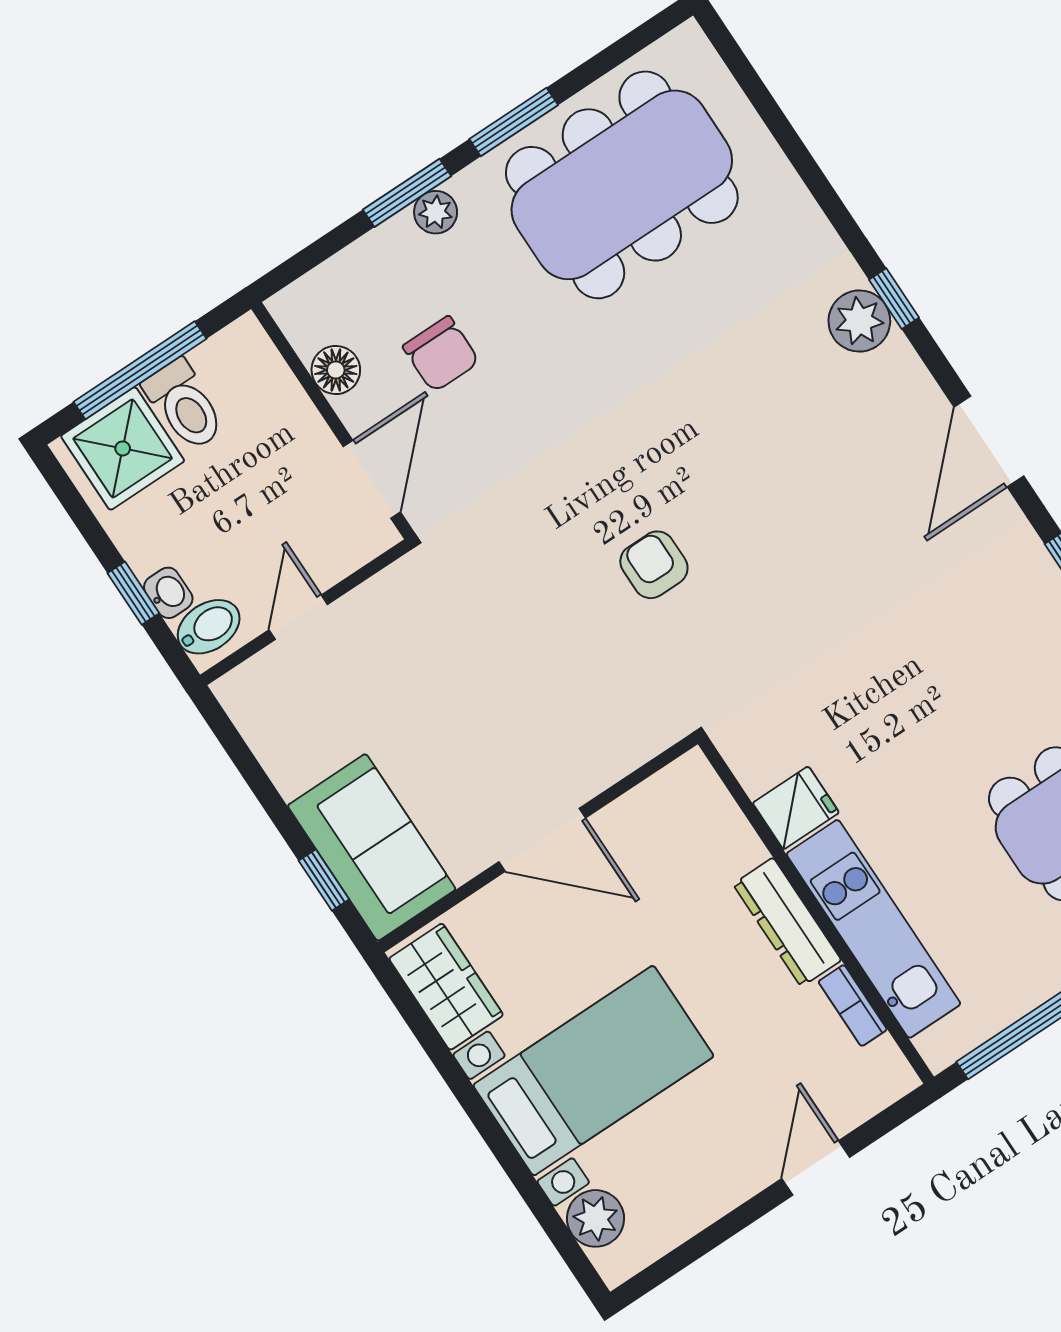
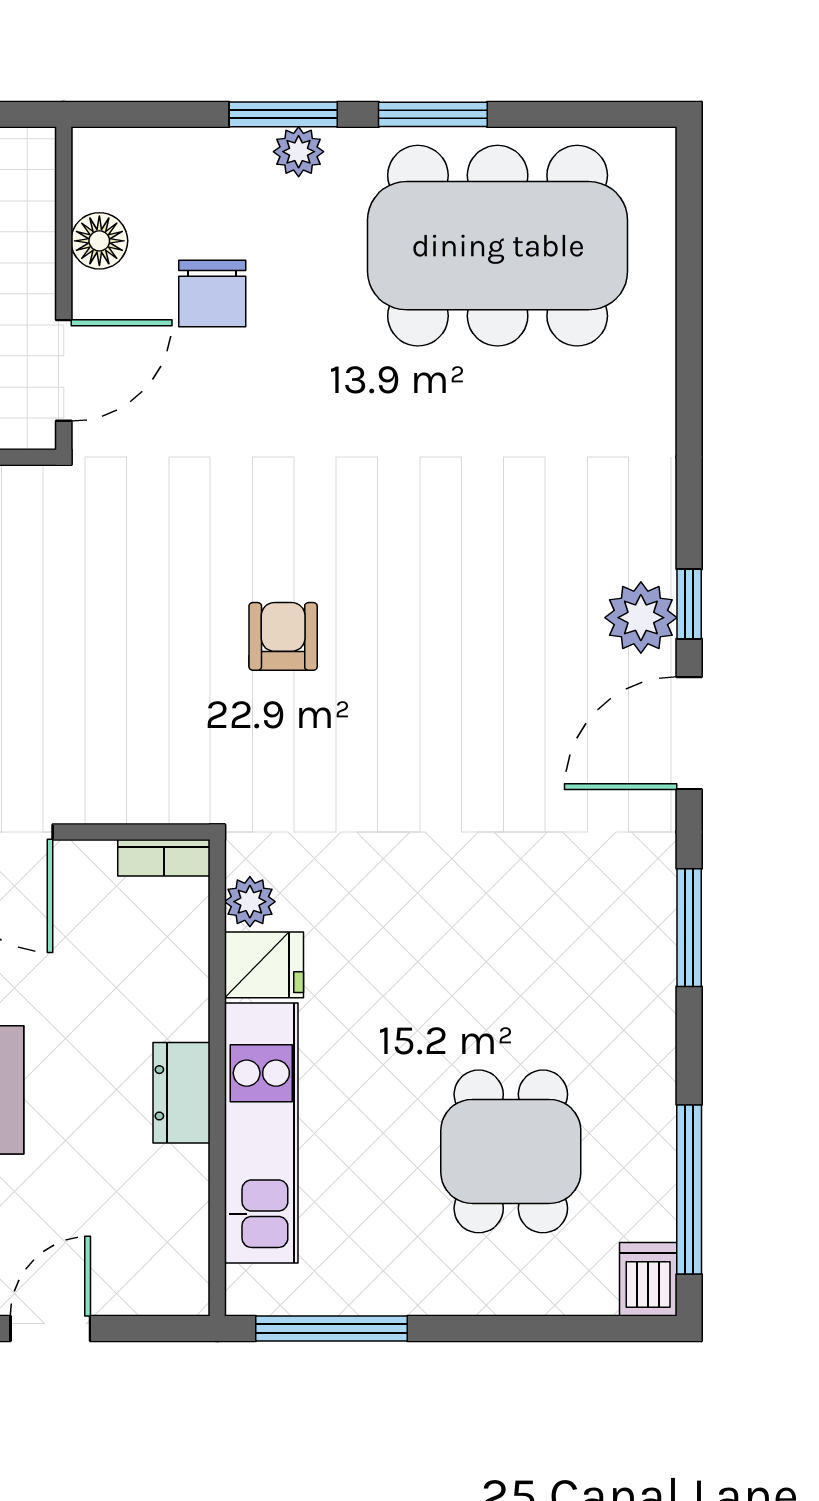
window: (894, 299) -> (689, 604), moved
plant: (859, 321) -> (641, 618), moved
plant: (756, 769) -> (250, 902), added
dresser: (787, 922) -> (181, 1093), width x0.70
bookcase: (853, 1006) -> (164, 858), moved, turned -90

